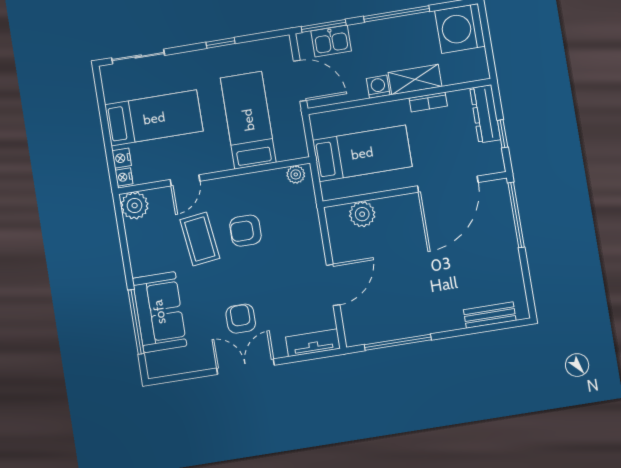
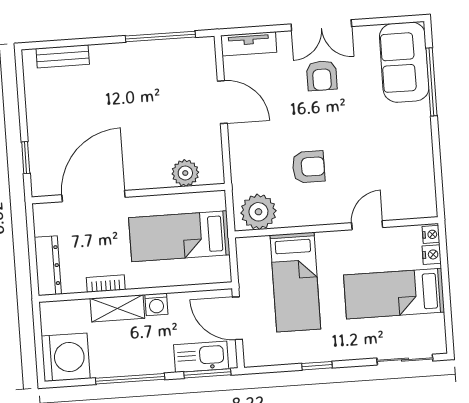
kitchen sink: (331, 41) -> (201, 357), width x1.38
window: (503, 134) -> (32, 243), removed
plant: (296, 174) -> (258, 212), width x1.88, depth x1.88
plant: (135, 205) -> (422, 204), removed
window: (516, 215) -> (26, 158), width x0.46
coffee table: (200, 239) -> (357, 162), removed
door: (333, 285) -> (222, 102), swing flipped
sofa: (159, 312) -> (404, 62), moved

